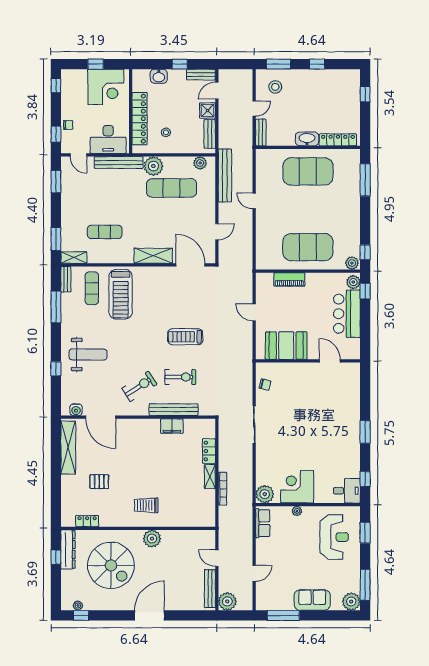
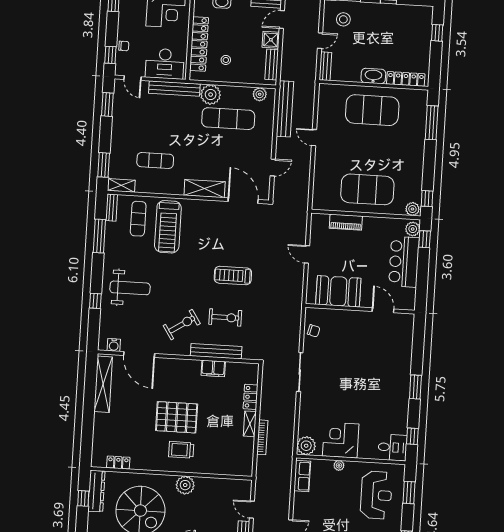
pallet: (99, 482) -> (177, 417), moved, width x2.05, depth x2.00

